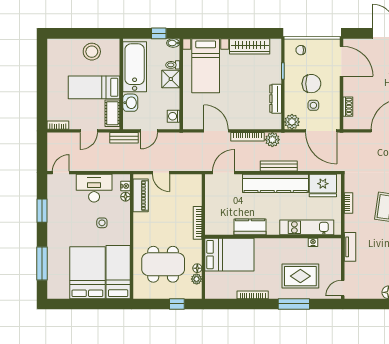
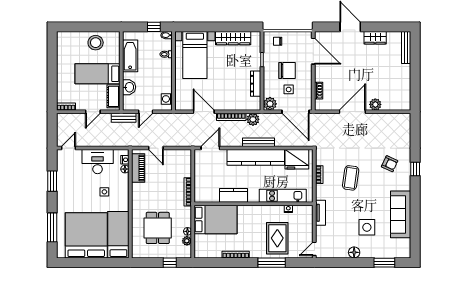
bathtub: (135, 67) -> (130, 56), width x0.73, depth x0.73
shower: (171, 79) -> (164, 67), removed
dining table: (163, 264) -> (158, 228), width x0.73
bed: (87, 273) -> (86, 235), width x1.36
rug: (300, 276) -> (277, 238), turned 90

